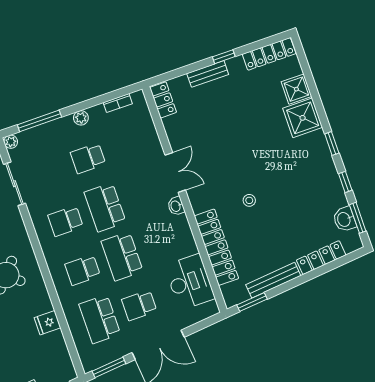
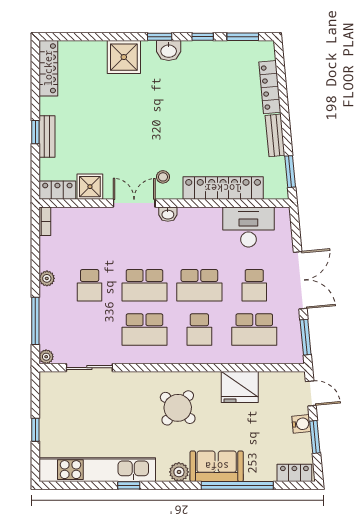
window: (224, 57) -> (35, 132), moved
shower: (296, 89) -> (90, 187), moved
bookcase: (118, 103) -> (45, 221), moved
stool: (249, 200) -> (163, 177), moved
washbasin: (344, 219) -> (169, 51), moved
school desk: (66, 221) -> (144, 330), width x1.85
bench: (273, 280) -> (275, 135), width x0.73
fridge: (47, 323) -> (240, 387), width x1.88, depth x1.34

